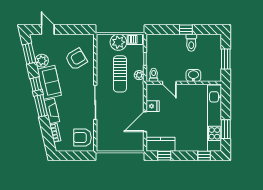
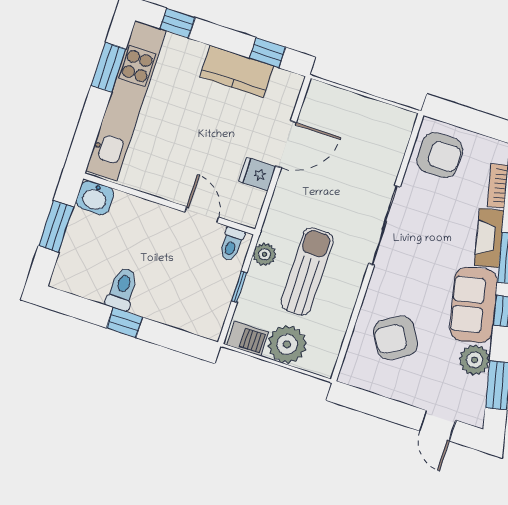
washbasin: (193, 76) -> (95, 198), moved
kitchen counter: (161, 144) -> (237, 71), moved

